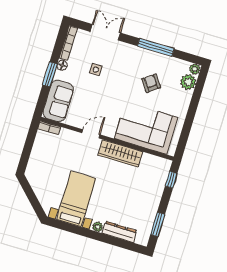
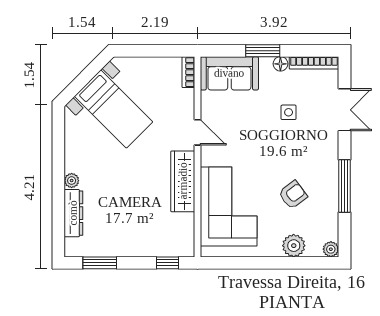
plant: (188, 82) -> (294, 246), moved
bed with nightstands: (76, 199) -> (114, 109), moved, turned 45

